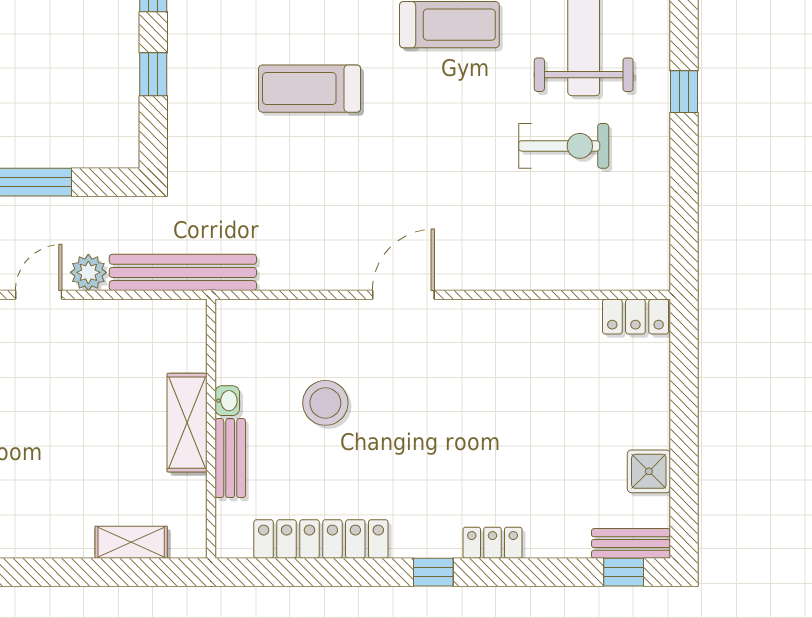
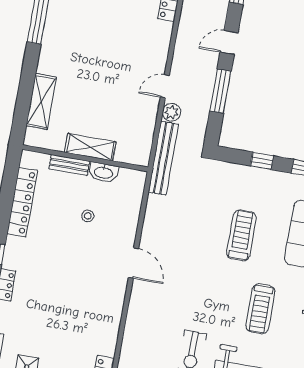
door: (39, 295) -> (165, 86), swing flipped
washbasin: (227, 401) -> (104, 172), width x1.91, depth x1.45
stool: (325, 403) -> (88, 216), width x0.53, depth x0.53
shelving: (131, 542) -> (41, 101), width x1.50, depth x1.33

